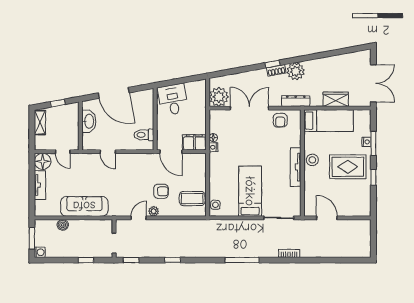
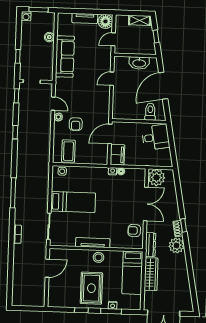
wardrobe: (336, 99) -> (151, 274), width x1.50
toilet: (144, 135) -> (150, 112), moved

